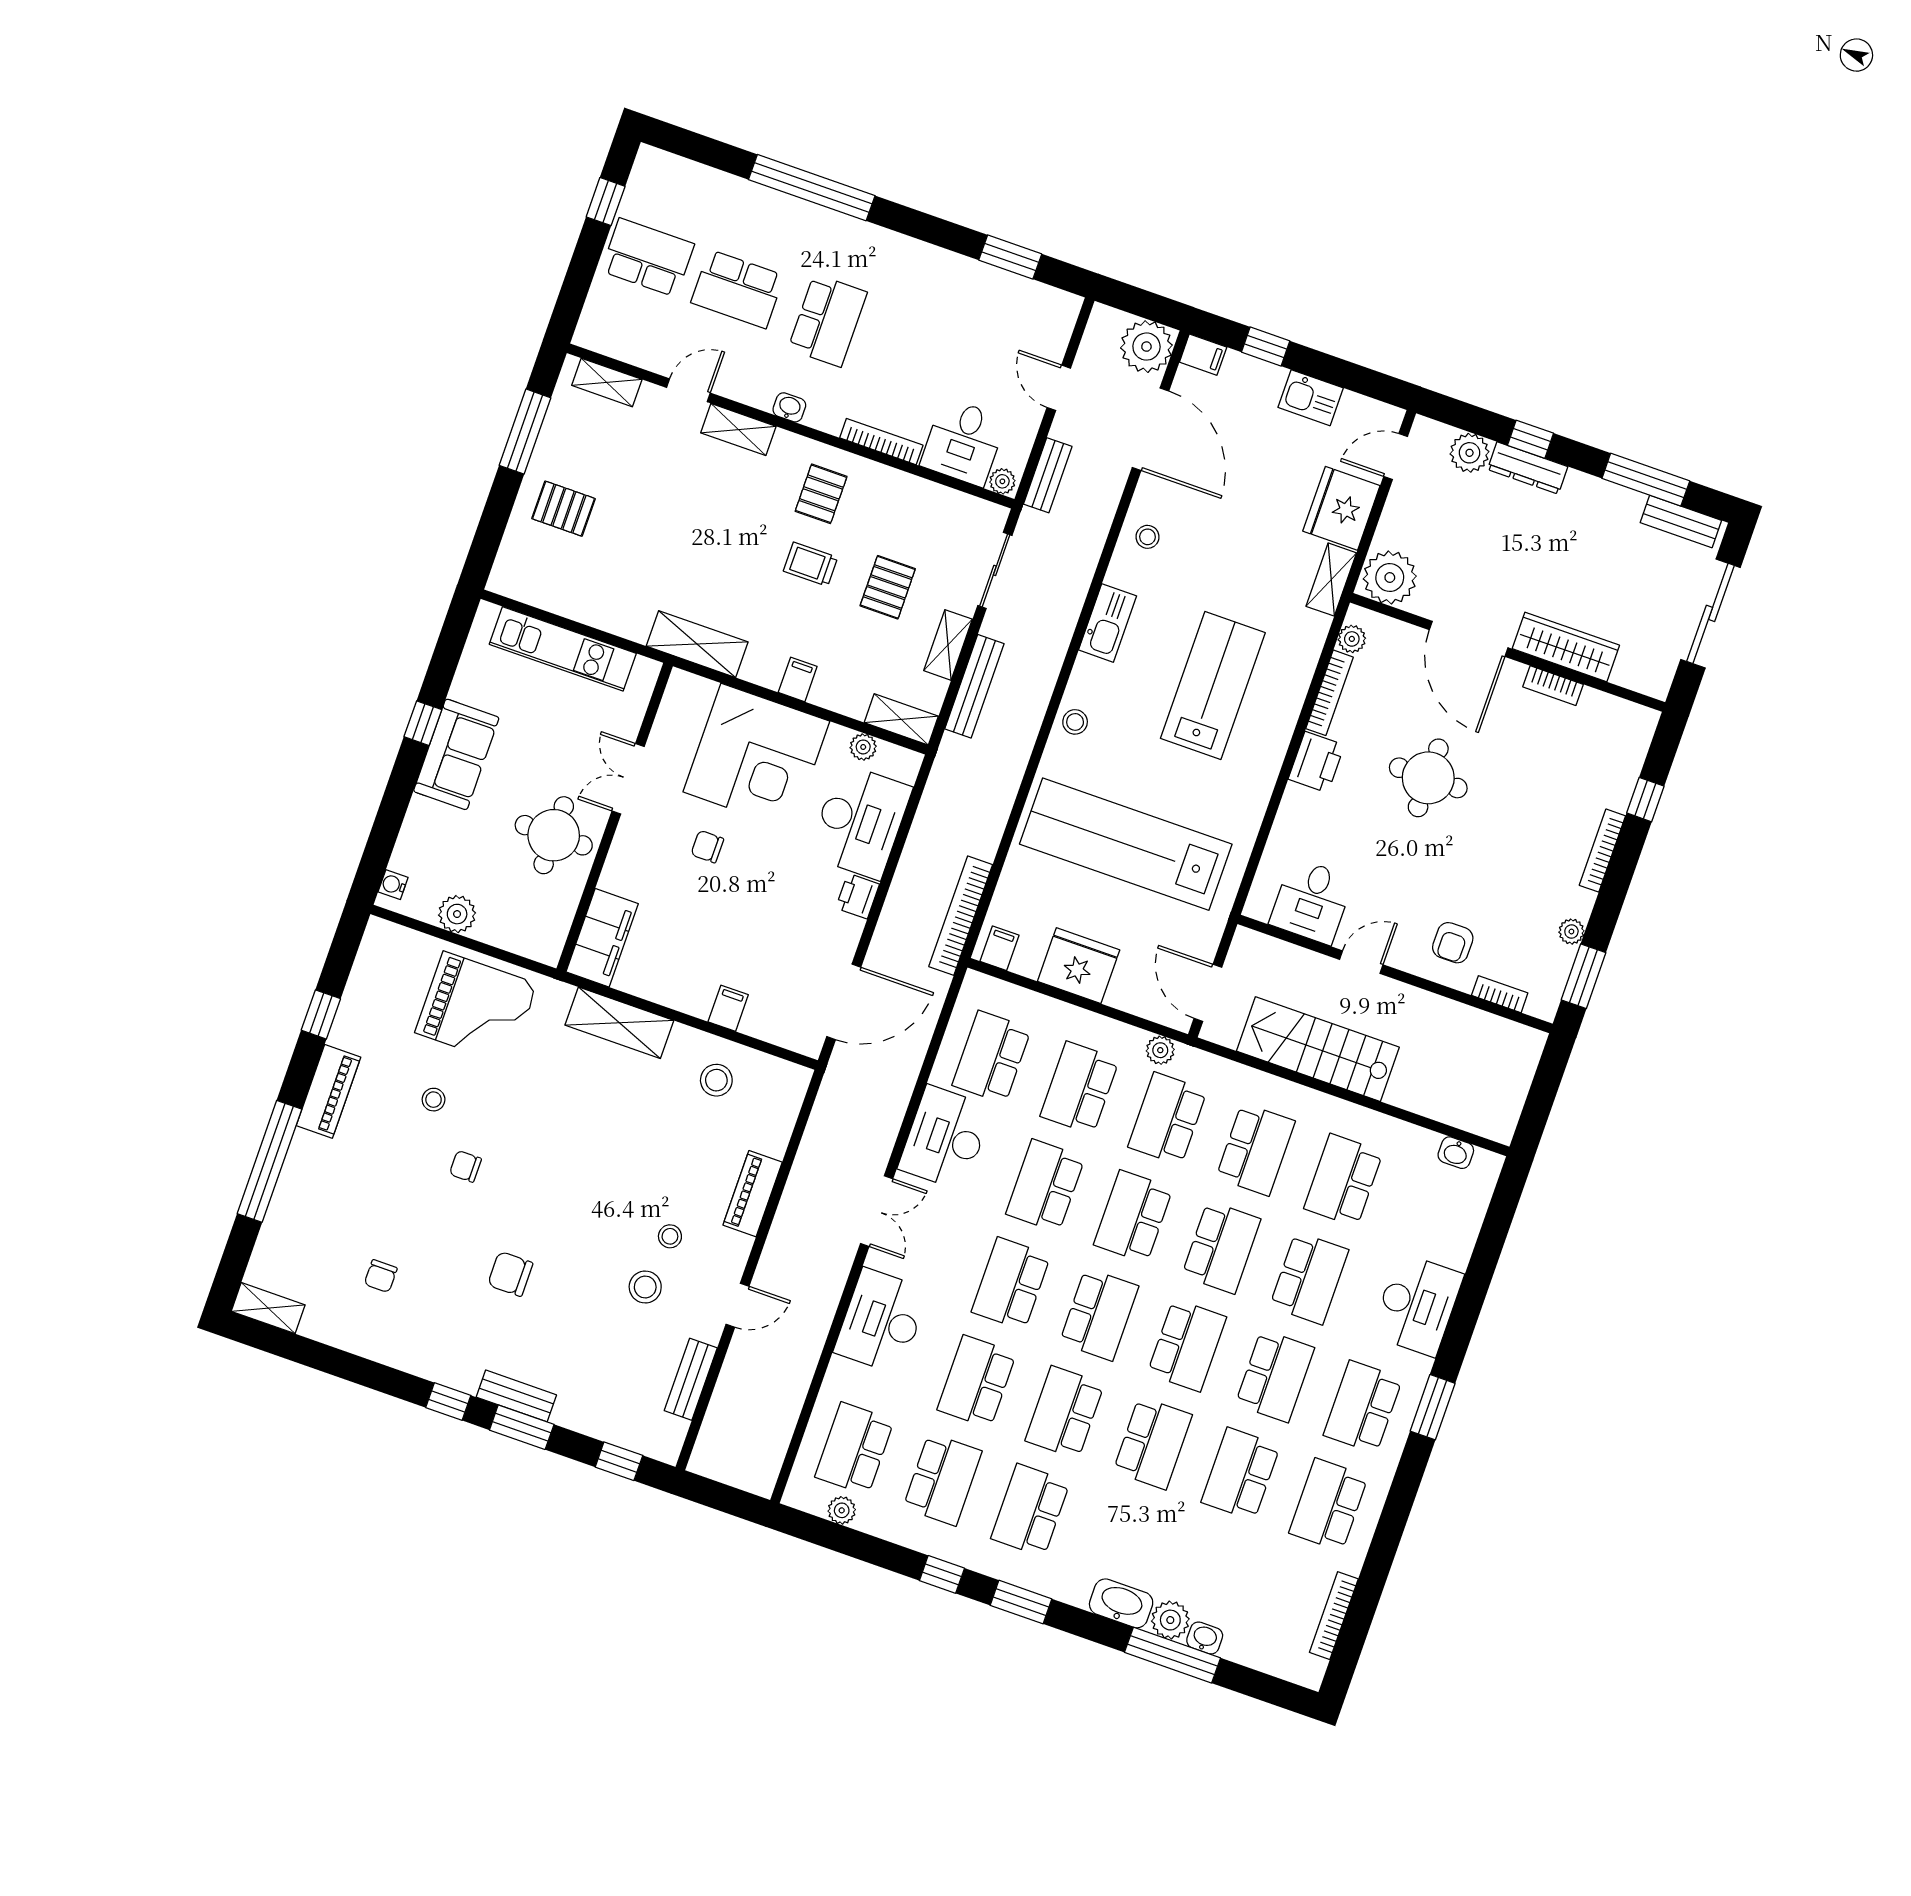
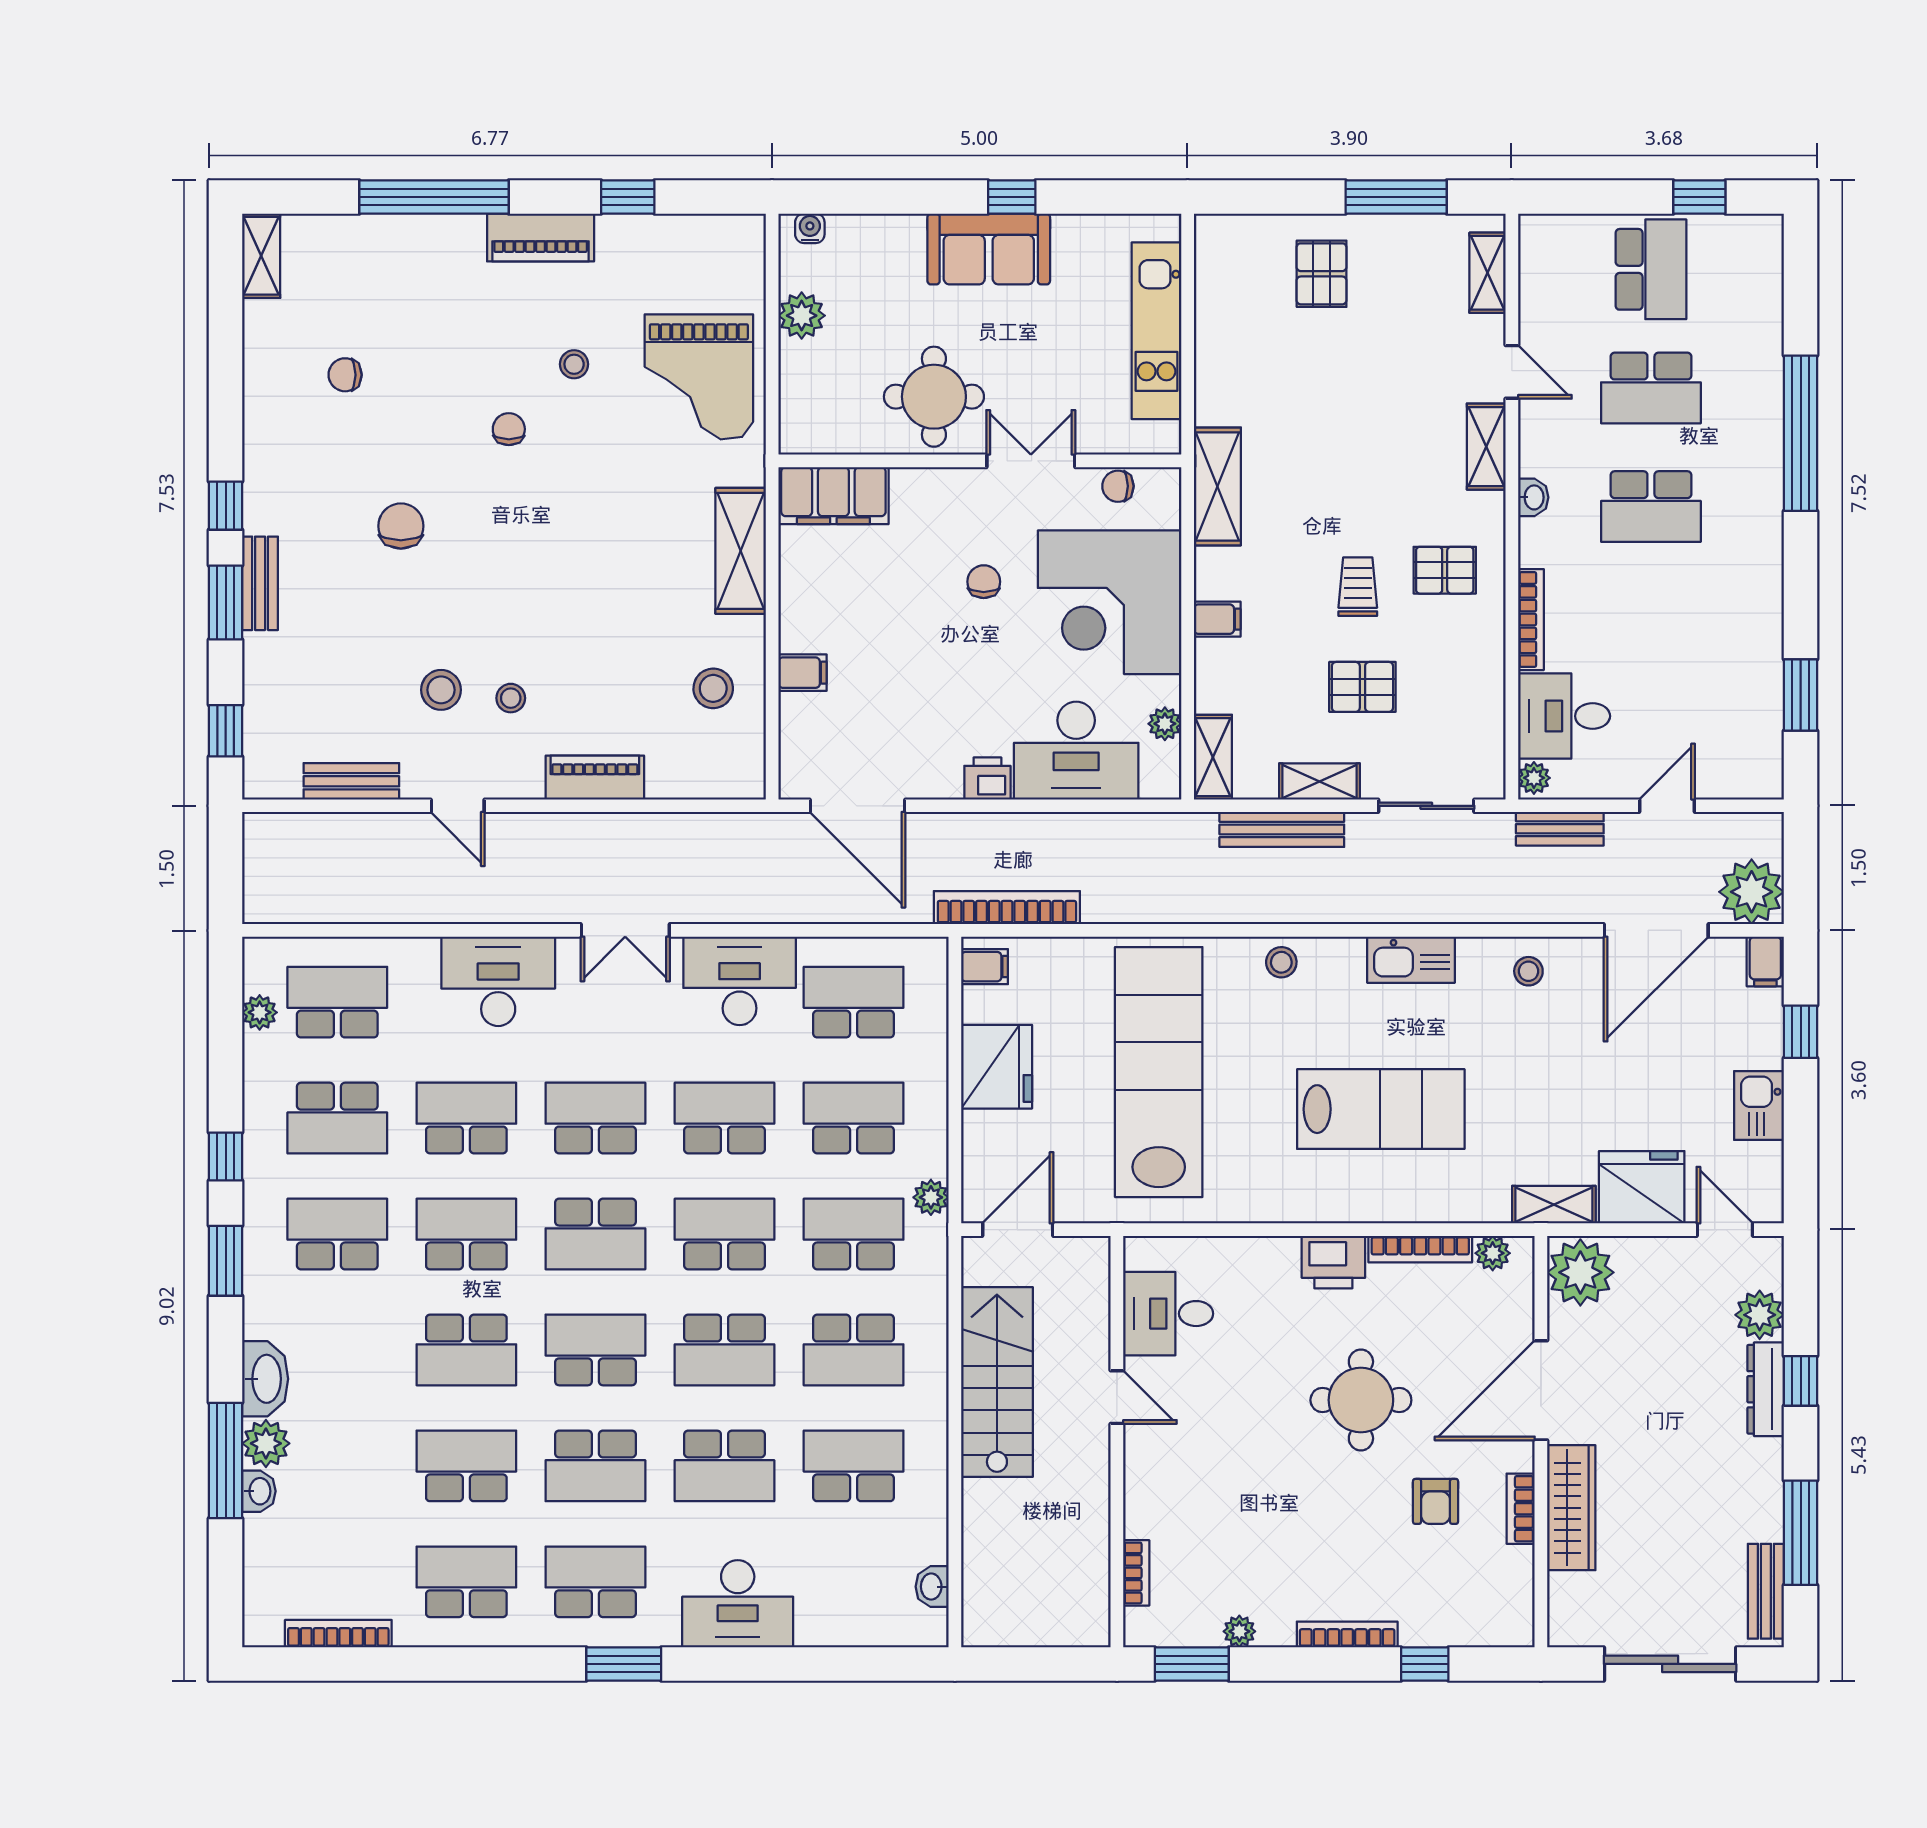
school desk: (738, 289) -> (1651, 388), turned -90
chair: (671, 719) -> (1118, 486), added
armchair: (1453, 943) -> (1436, 1501), moved, turned -90
school desk: (1187, 1345) -> (595, 1350), turned 180

